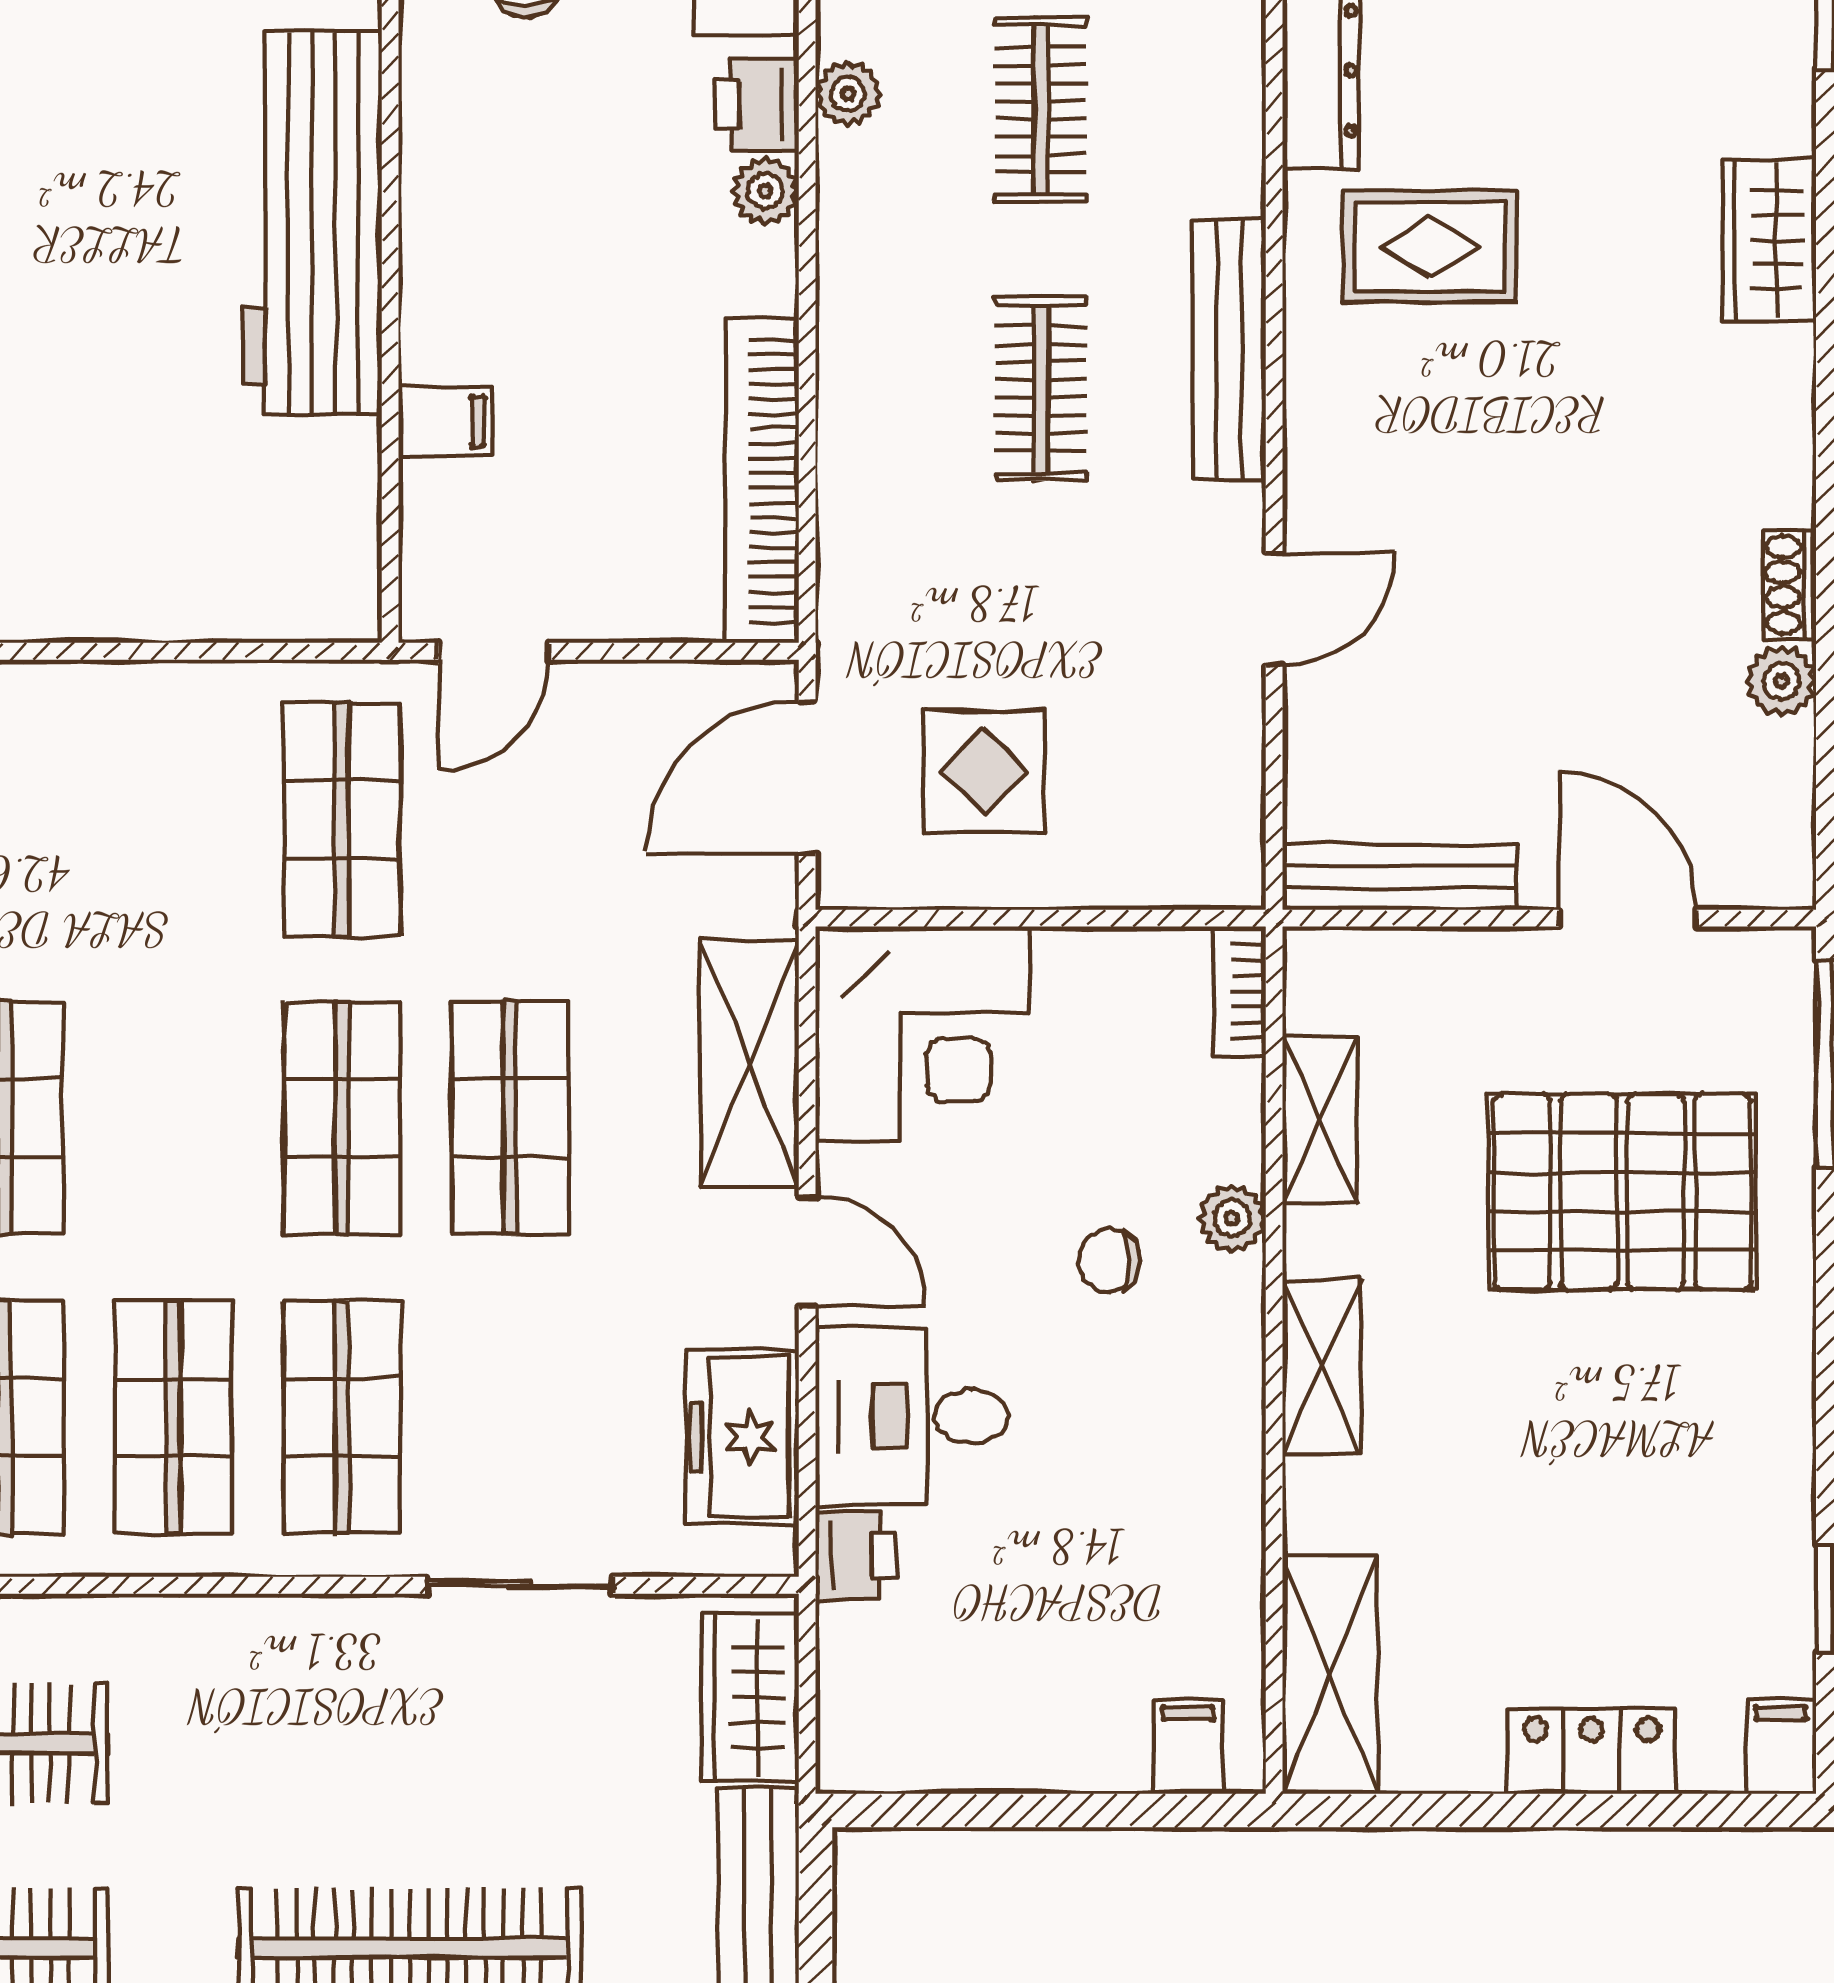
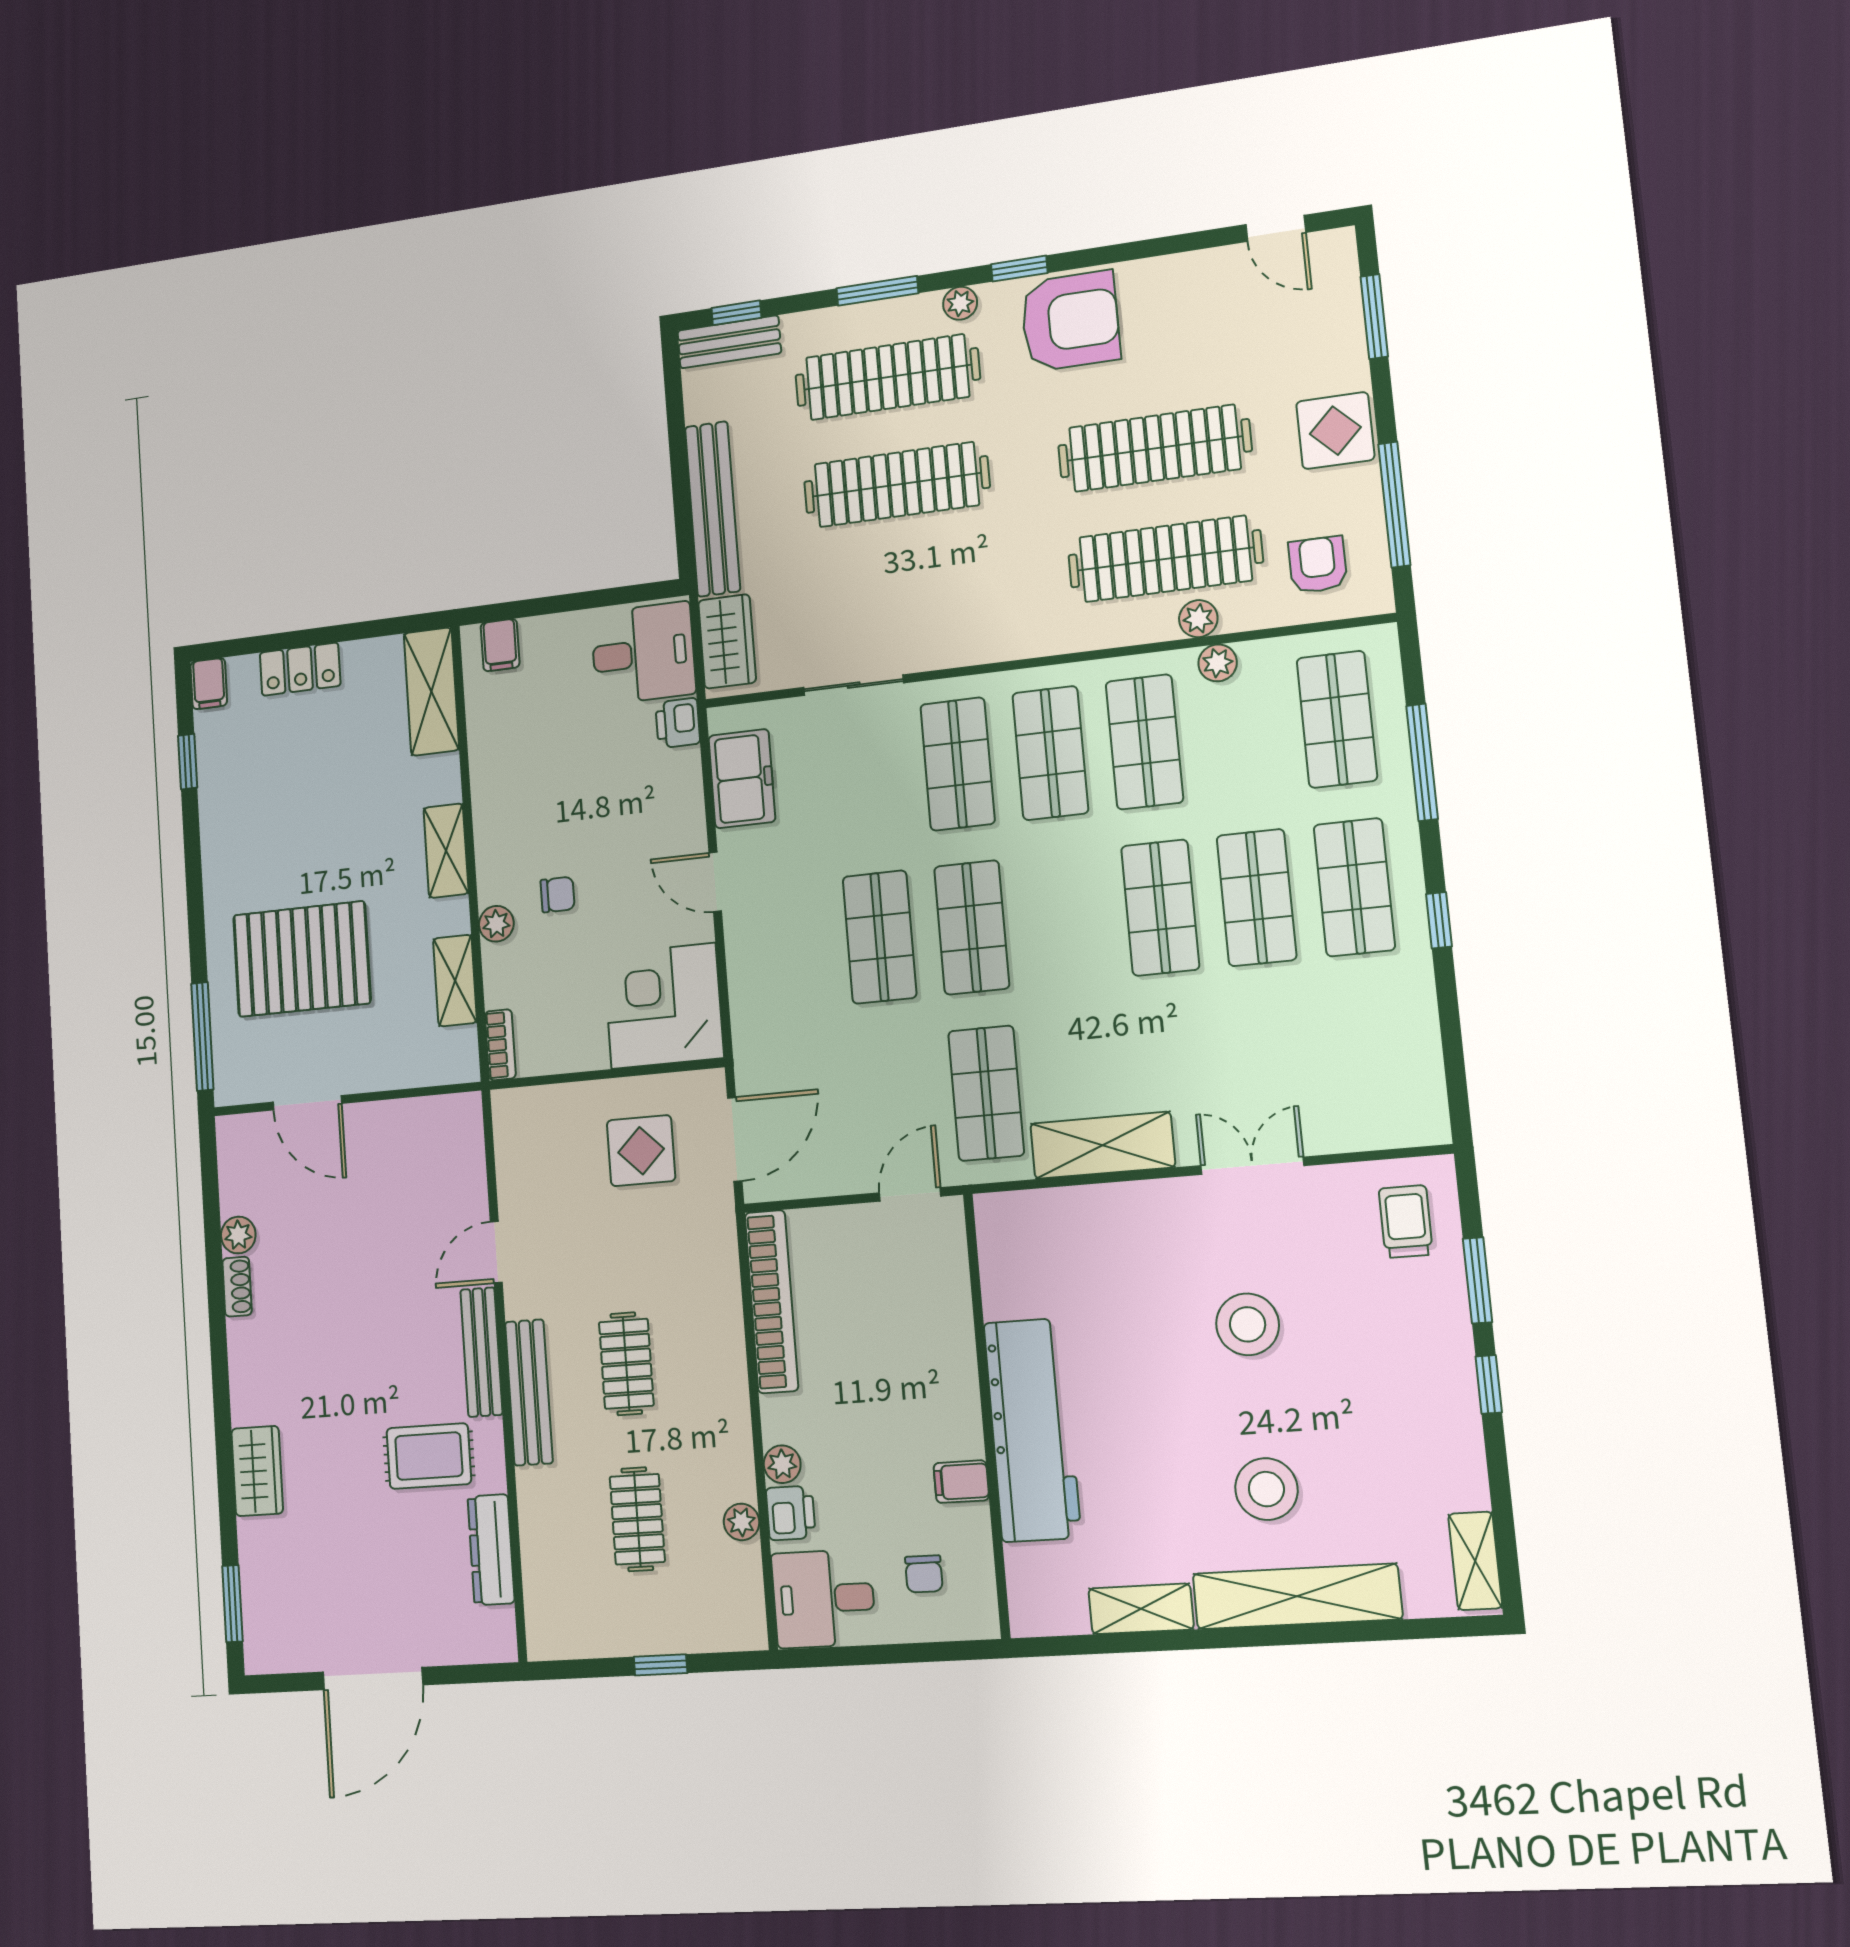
filing cabinet: (445, 421) -> (961, 1482), moved
bench: (1399, 877) -> (481, 1352), moved, turned 90
shelving: (749, 1064) -> (1103, 1145), moved, turned 90
desk: (911, 1416) -> (643, 653), moved

